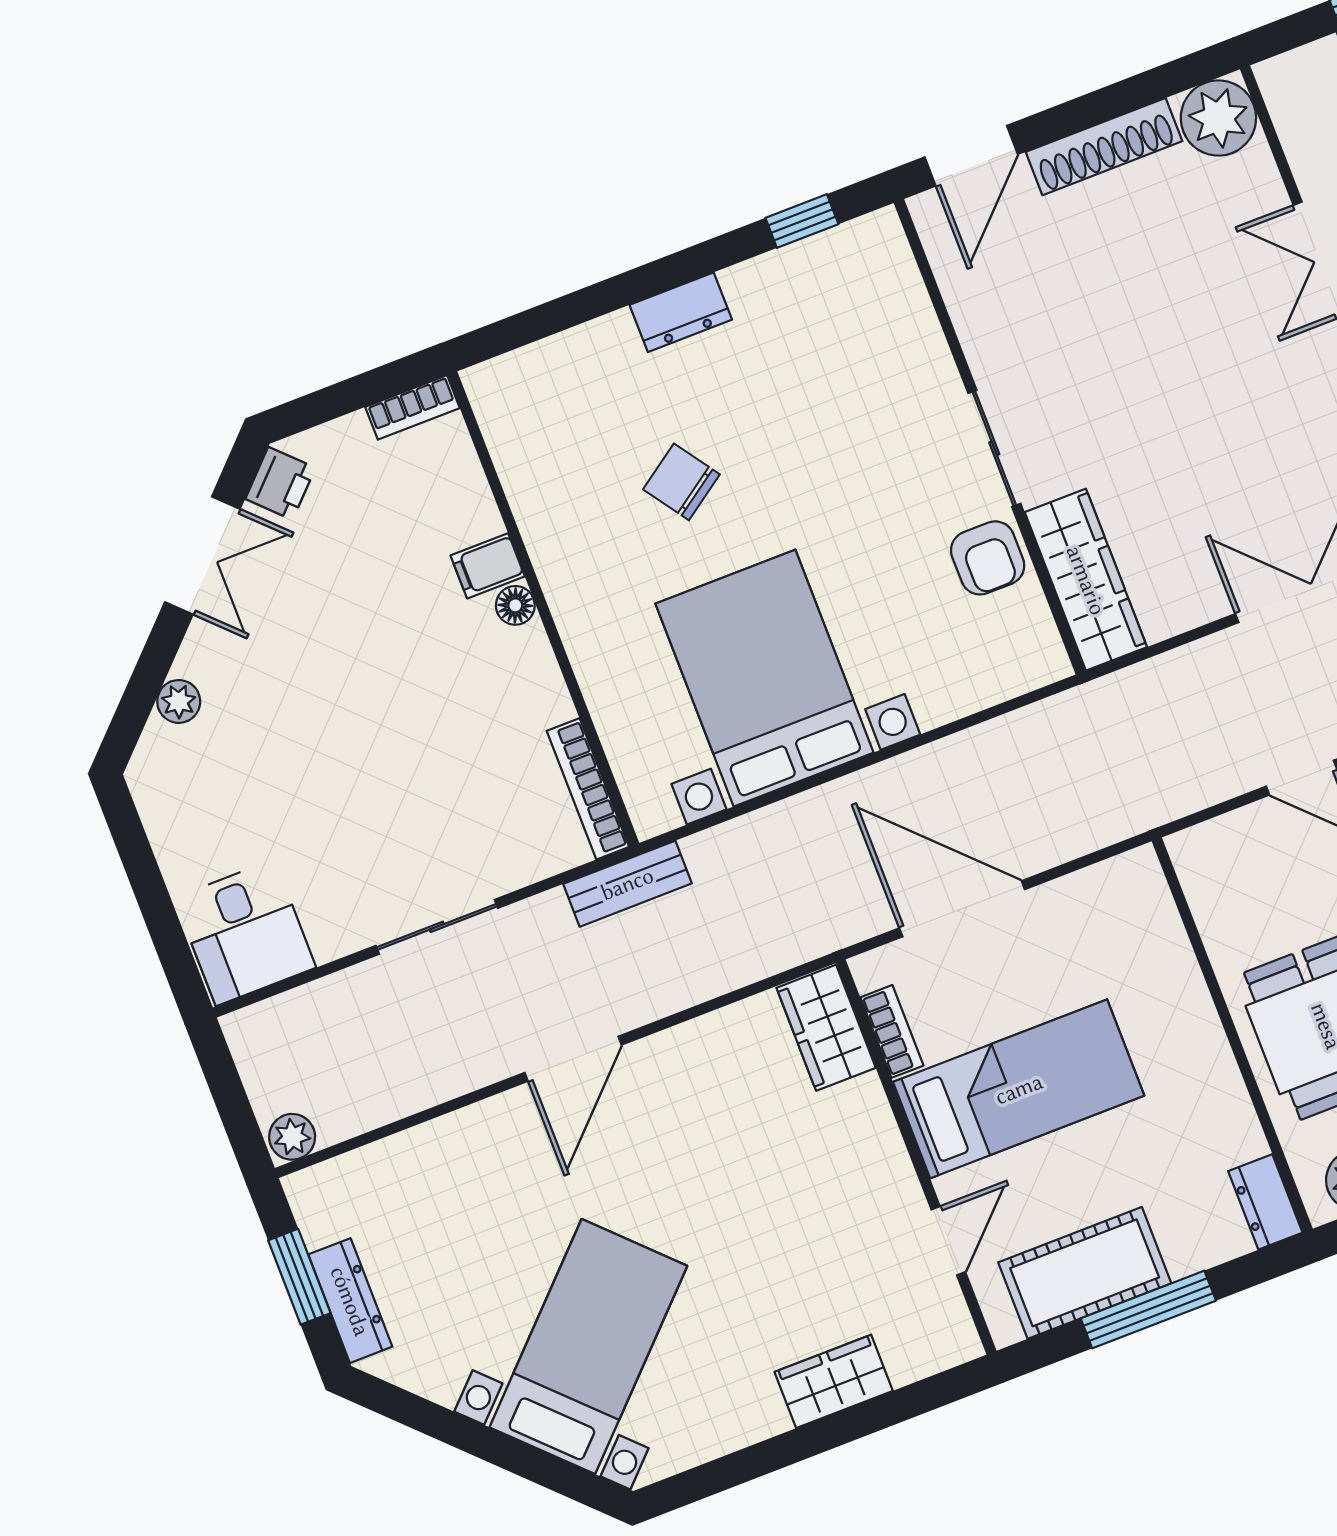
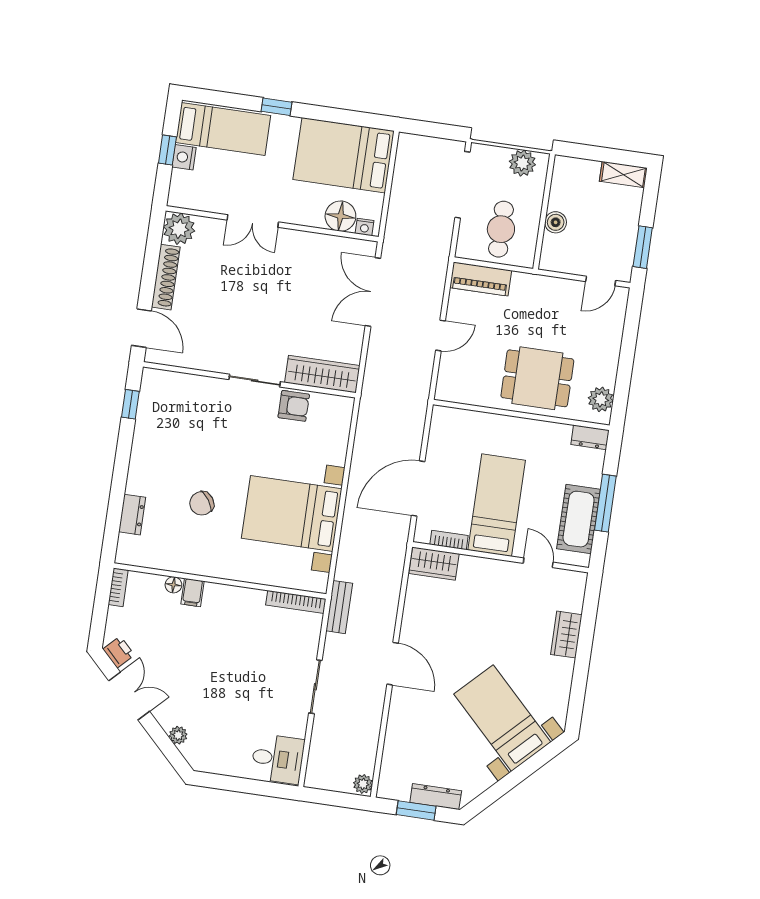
dresser: (681, 312) -> (132, 515), moved
floor lamp: (515, 605) -> (173, 585), moved

